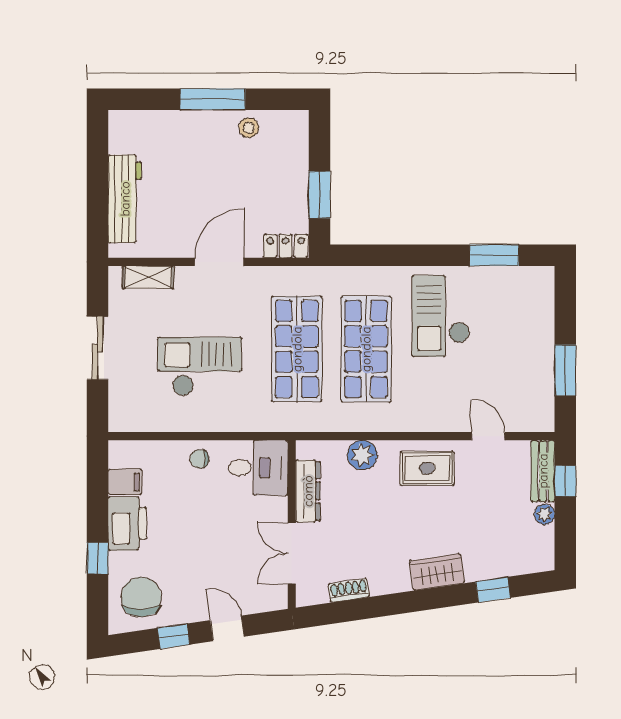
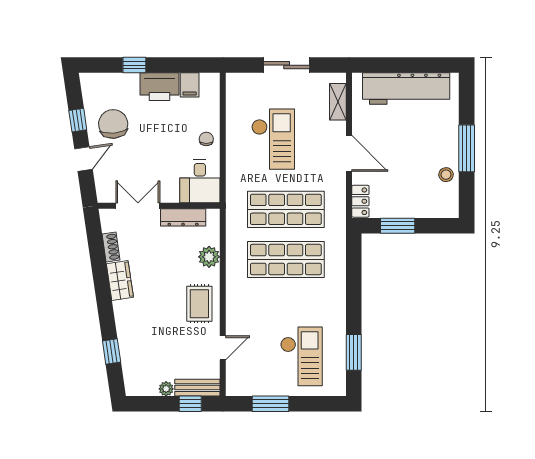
workbench: (125, 199) -> (406, 89), width x1.36, depth x1.32
checkout: (441, 316) -> (301, 356), moved, turned 90
wardrobe: (437, 572) -> (120, 281), moved
chair: (141, 597) -> (113, 124), moved, turned -95

